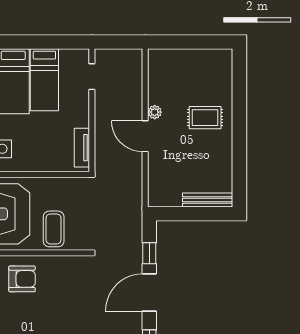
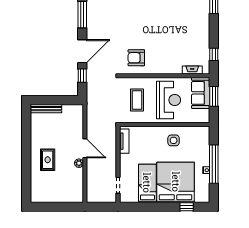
rug: (205, 118) -> (48, 160), turned 90
coffee table: (54, 229) -> (137, 100), moved
armchair: (22, 279) -> (136, 58), moved

